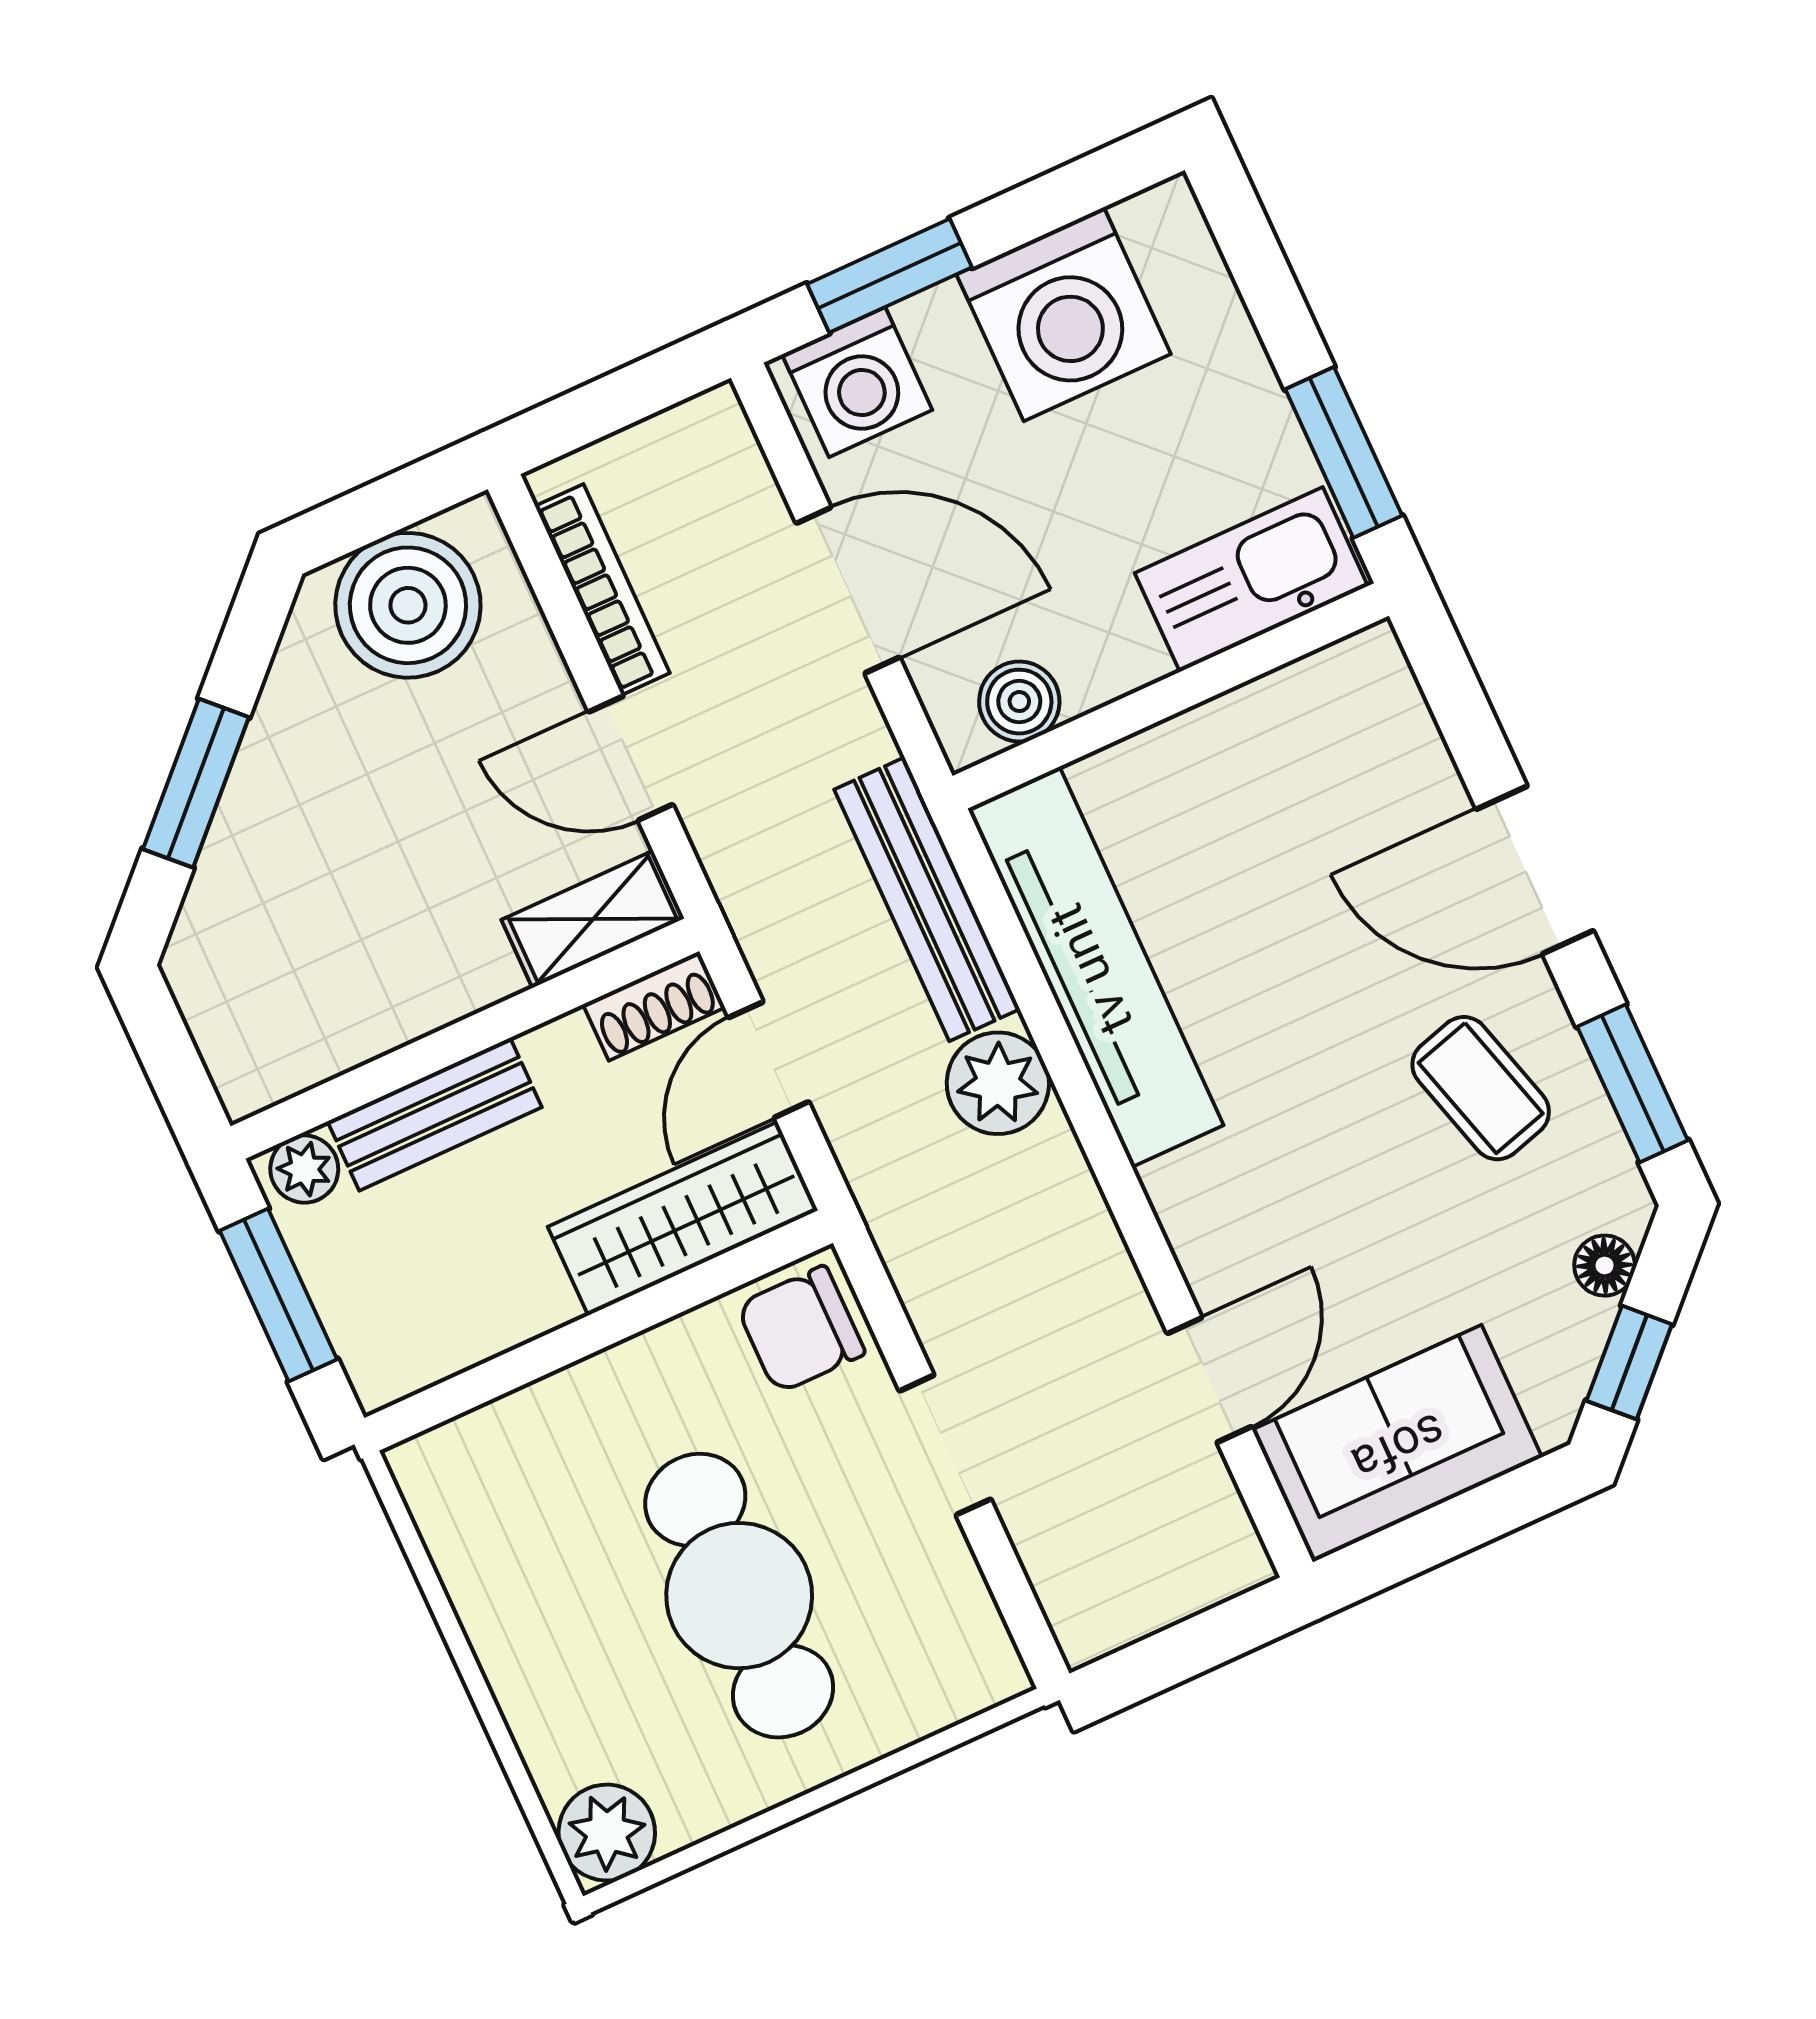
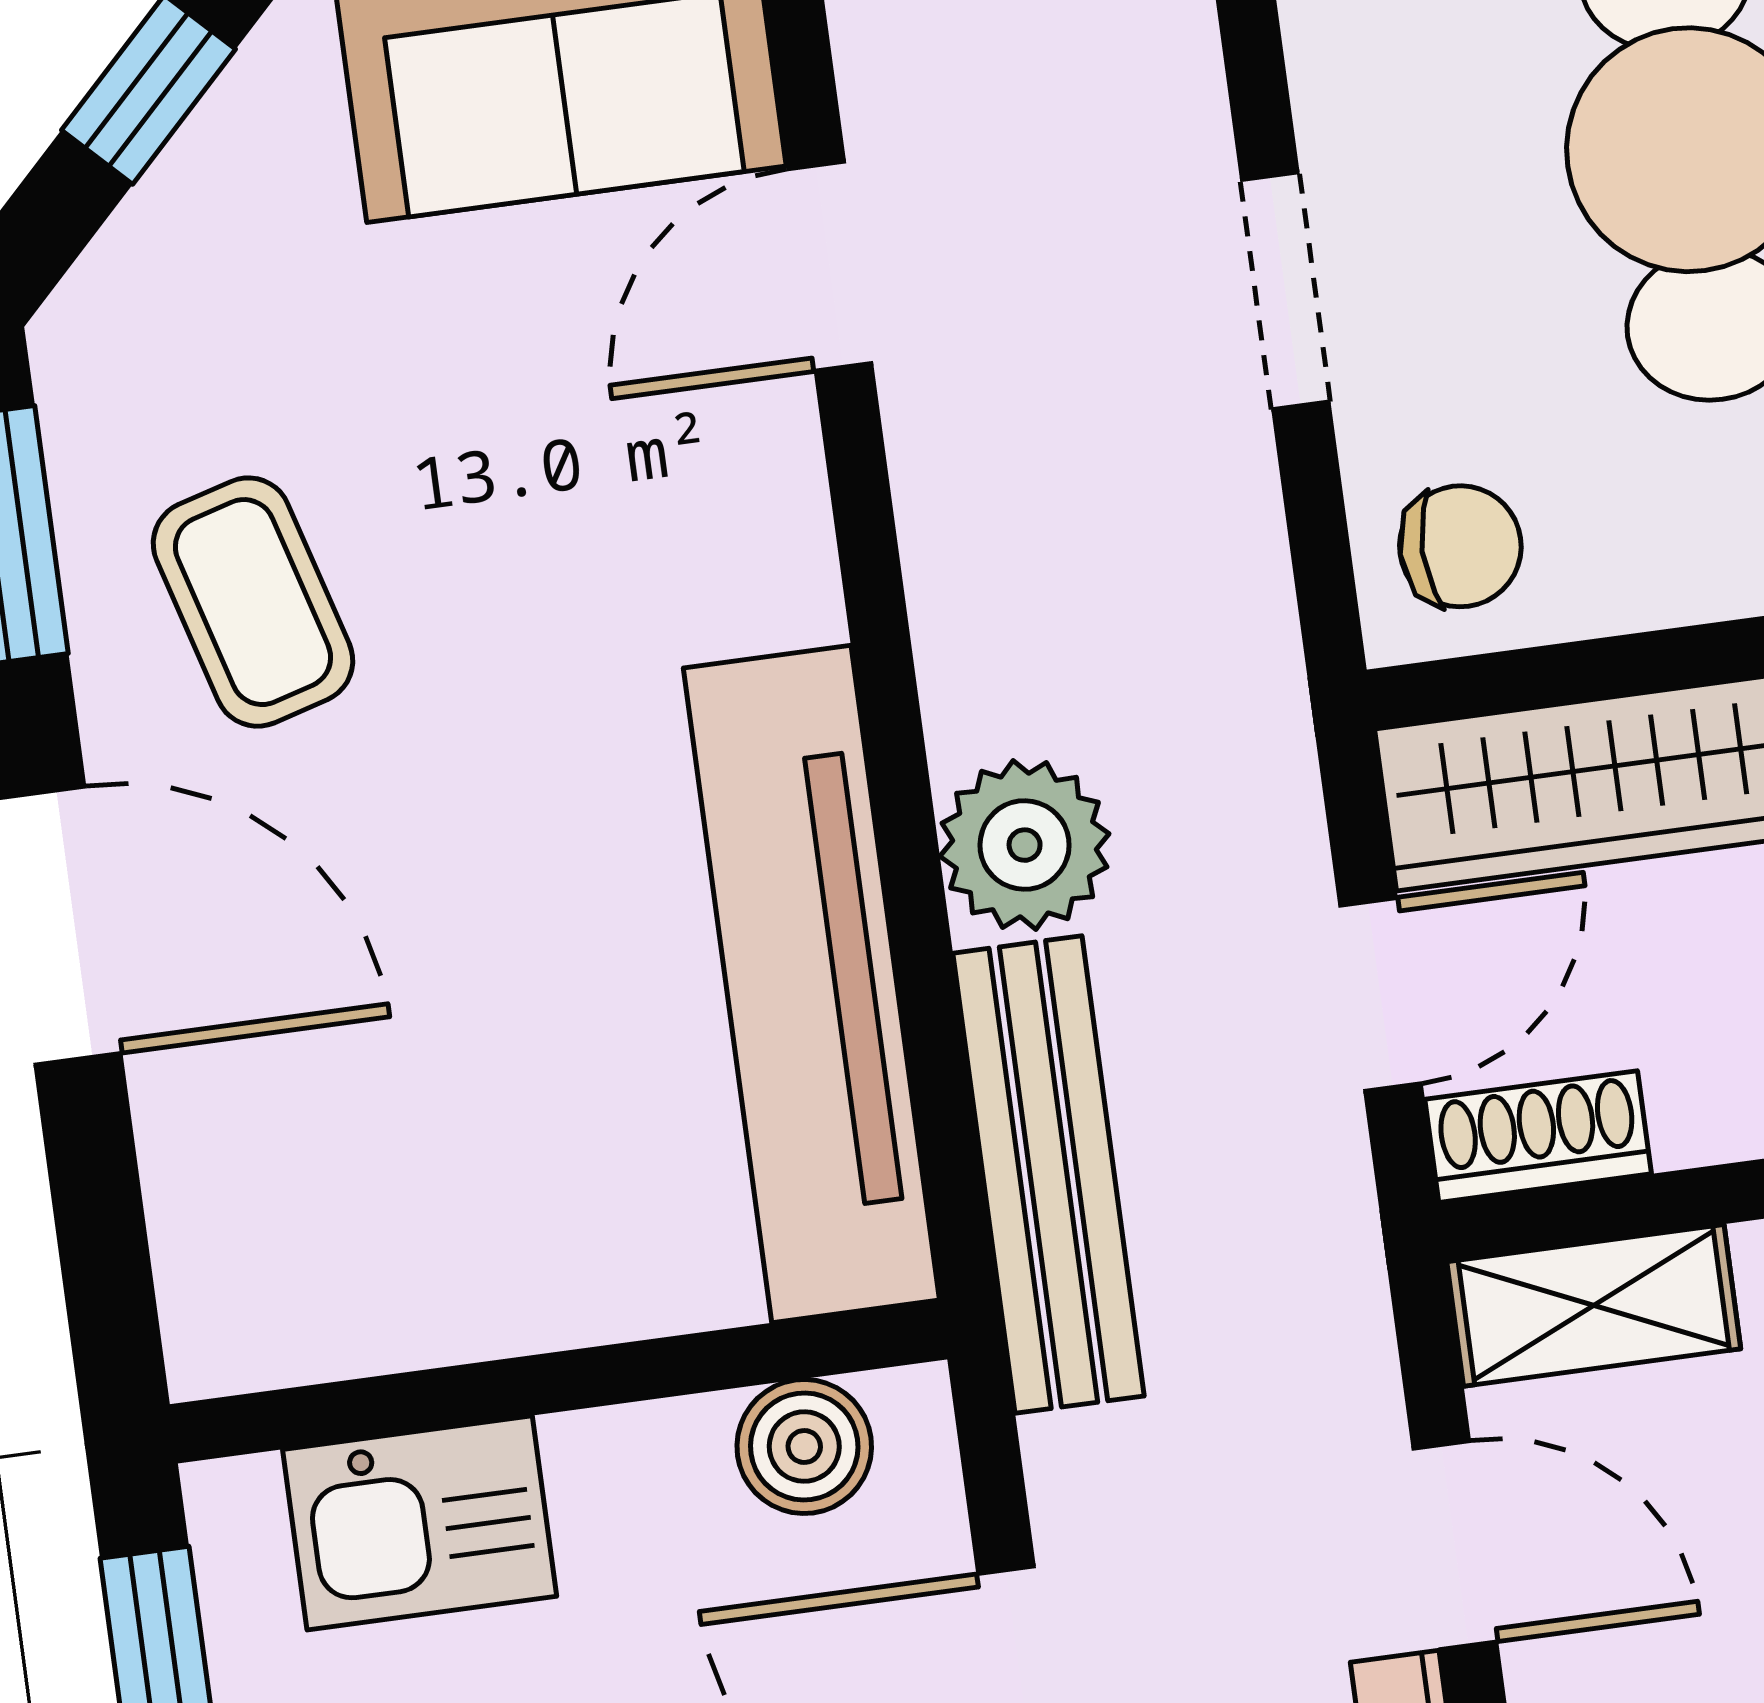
kitchen sink: (1251, 579) -> (420, 1523), width x0.73
floor lamp: (1605, 1266) -> (141, 257), removed
chair: (801, 1329) -> (1460, 546), width x0.73, depth x0.73

